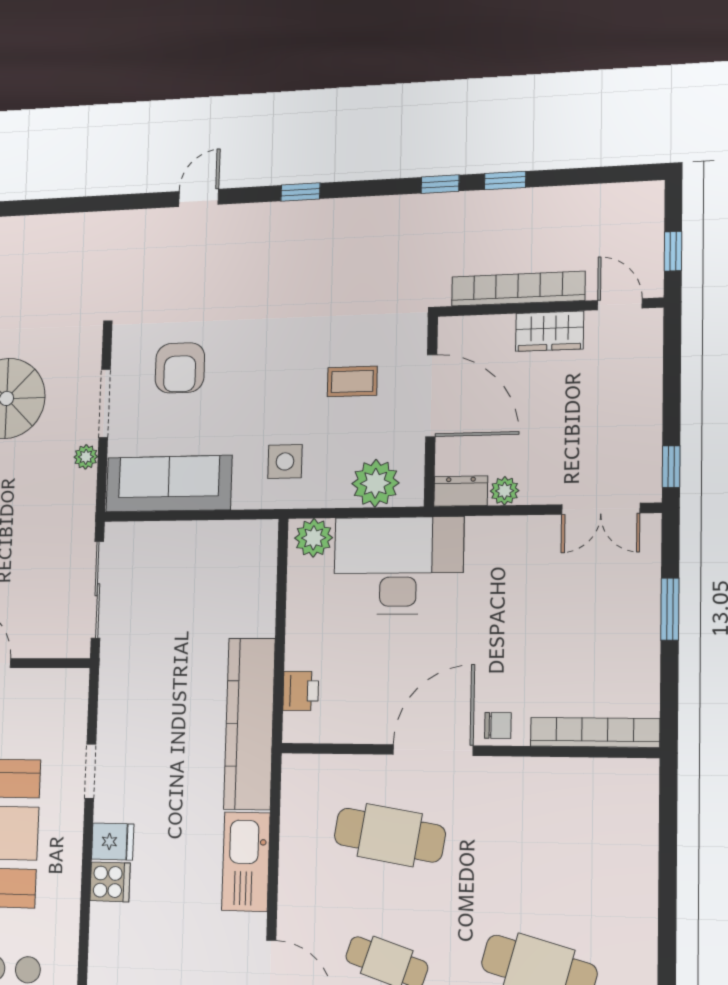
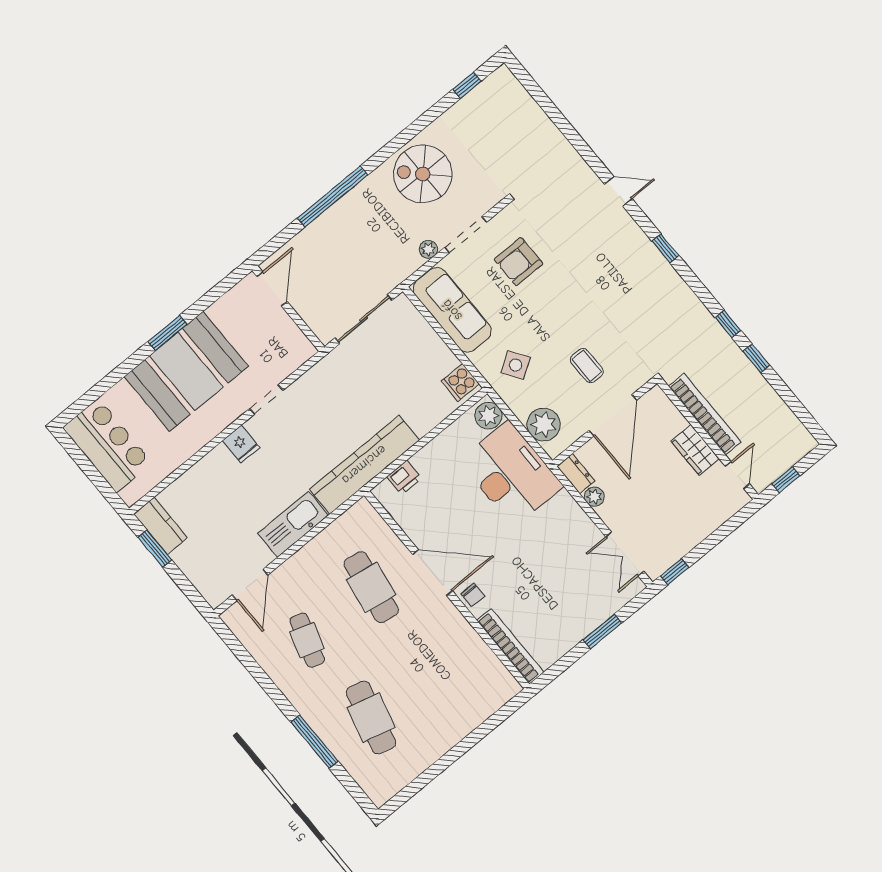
side table: (285, 461) -> (516, 365), turned -33
cooker: (110, 882) -> (460, 382), moved, turned 90

